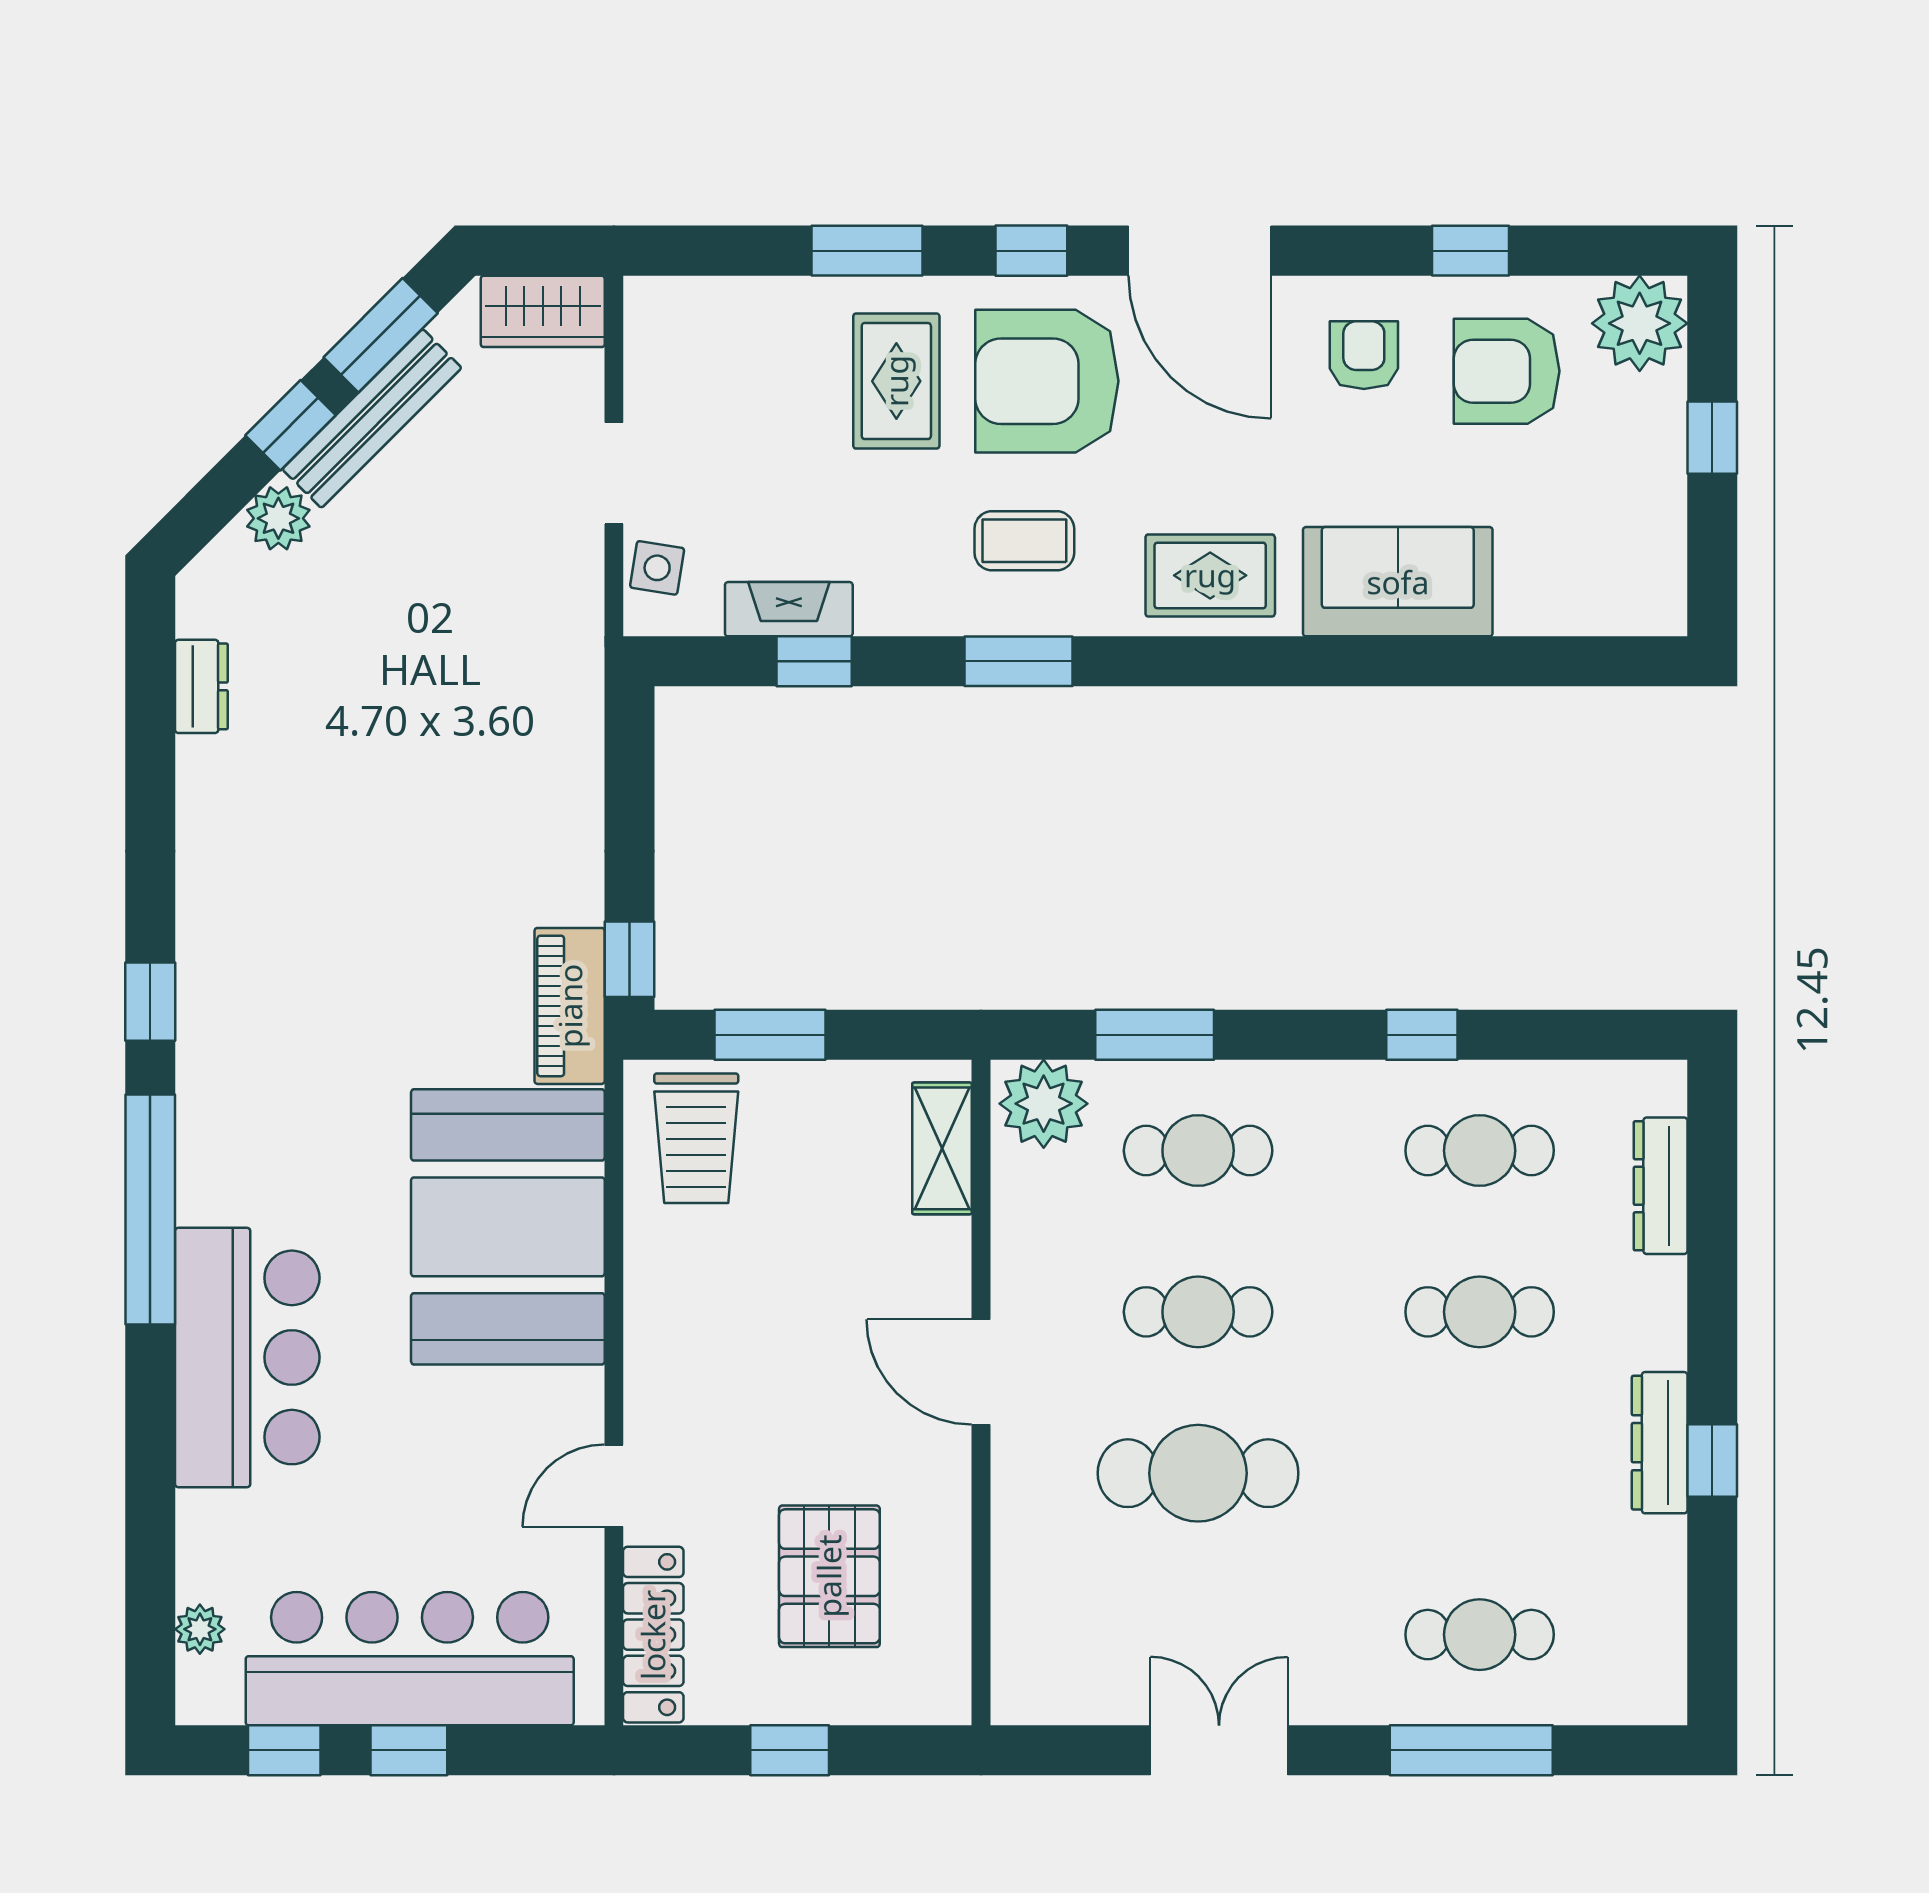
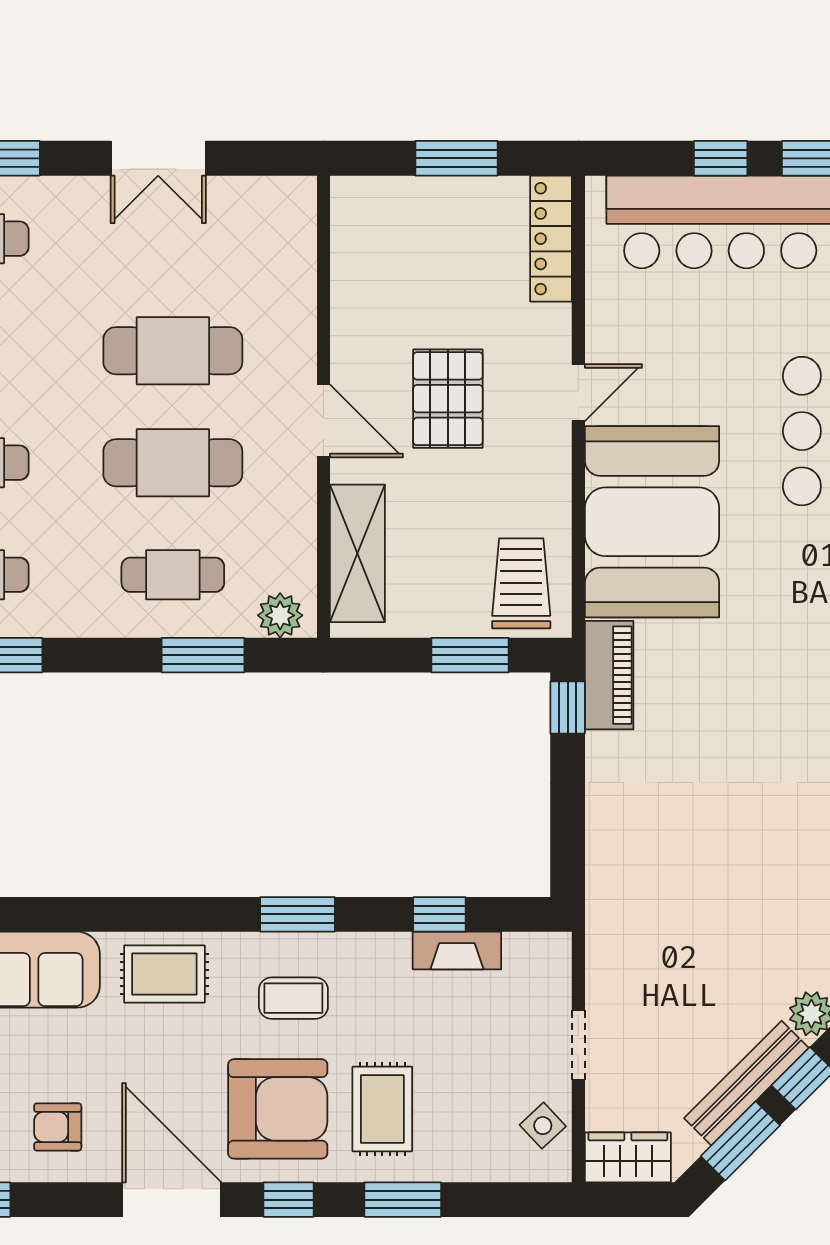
armchair: (1364, 355) -> (58, 1127), turned 90
side table: (657, 568) -> (543, 1126), moved, turned 38
plant: (1044, 1104) -> (280, 615), width x0.73, depth x0.73
shelving: (942, 1148) -> (357, 553), width x1.50, depth x1.33
cafe table: (1198, 1312) -> (173, 463), width x1.37, depth x1.35
door: (614, 1486) -> (578, 393), moved
pallet: (829, 1576) -> (448, 399), moved
window: (790, 1750) -> (456, 158), width x1.50

